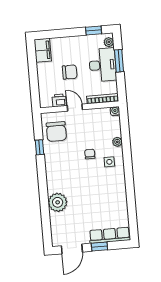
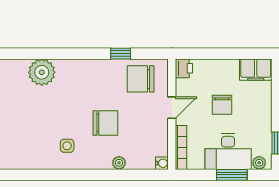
printer: (59, 100) -> (184, 68), moved
chair: (90, 154) -> (105, 123), width x1.87, depth x1.87
side table: (109, 162) -> (67, 146), moved

